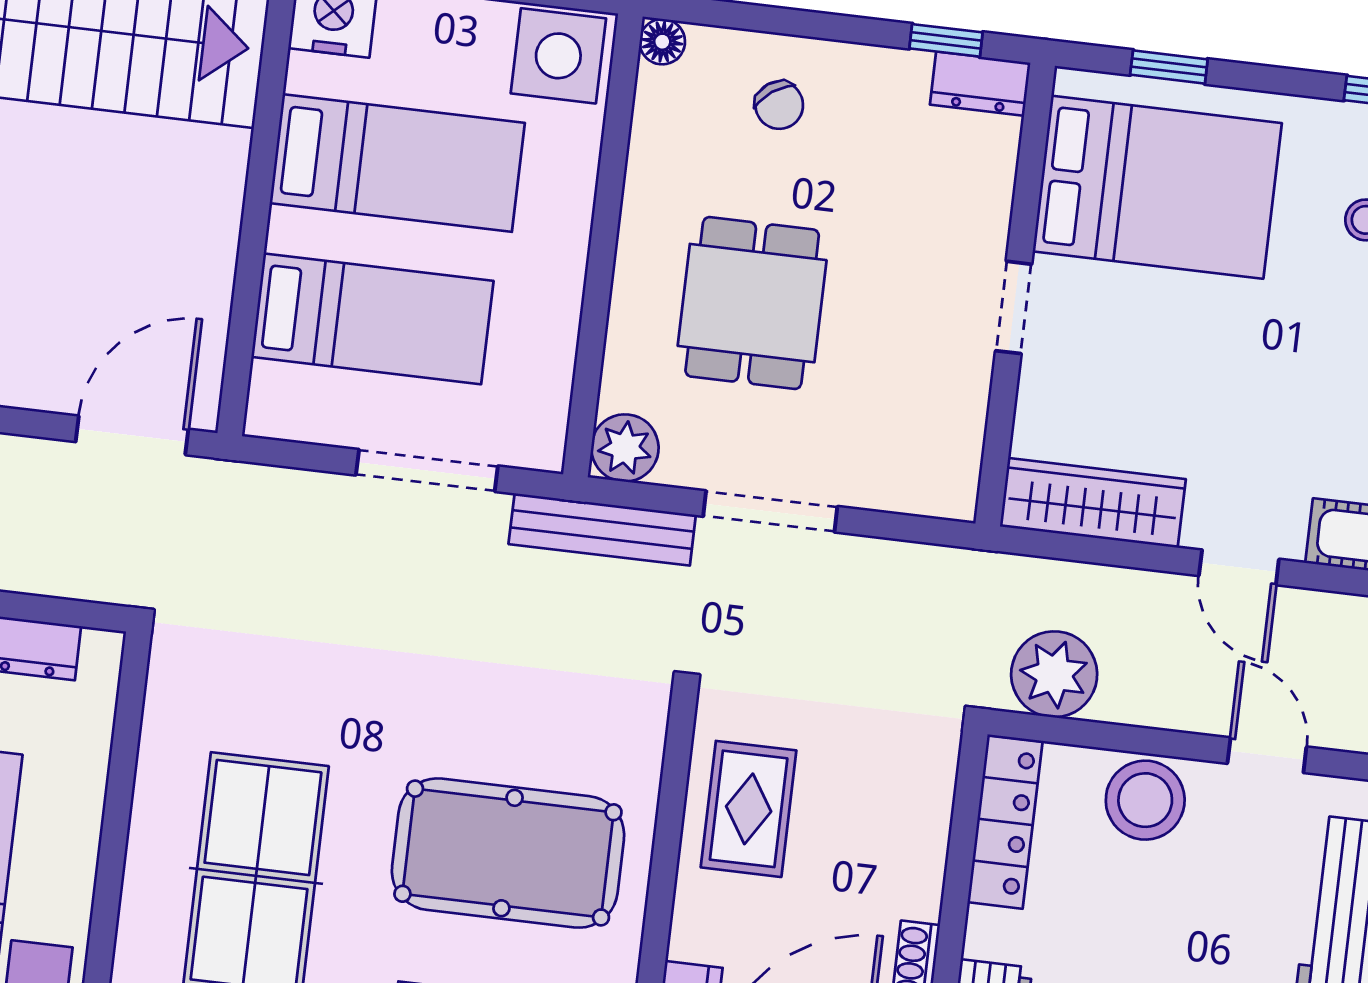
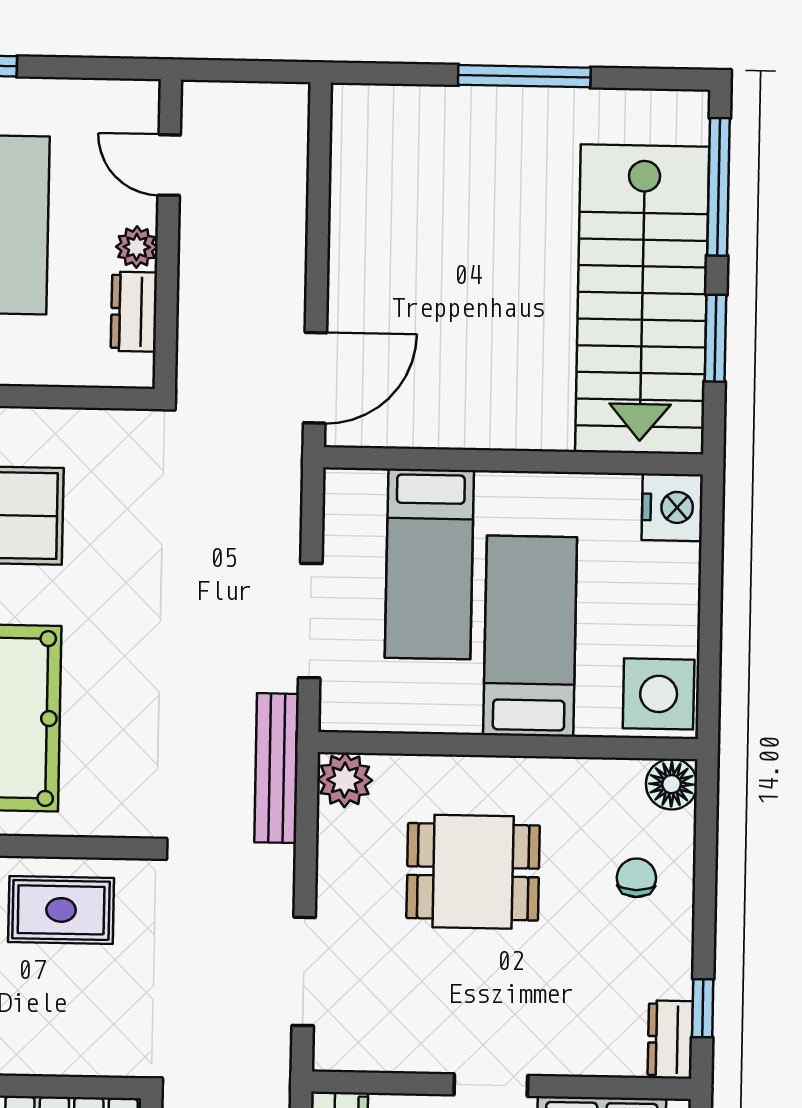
floor lamp: (662, 42) -> (672, 784), width x1.37, depth x1.37
chair: (779, 105) -> (636, 878), turned 126
bed: (397, 163) -> (530, 636), moved, turned 180
door: (132, 435) -> (315, 378), hinge flipped
doorway: (770, 511) -> (304, 971), moved

